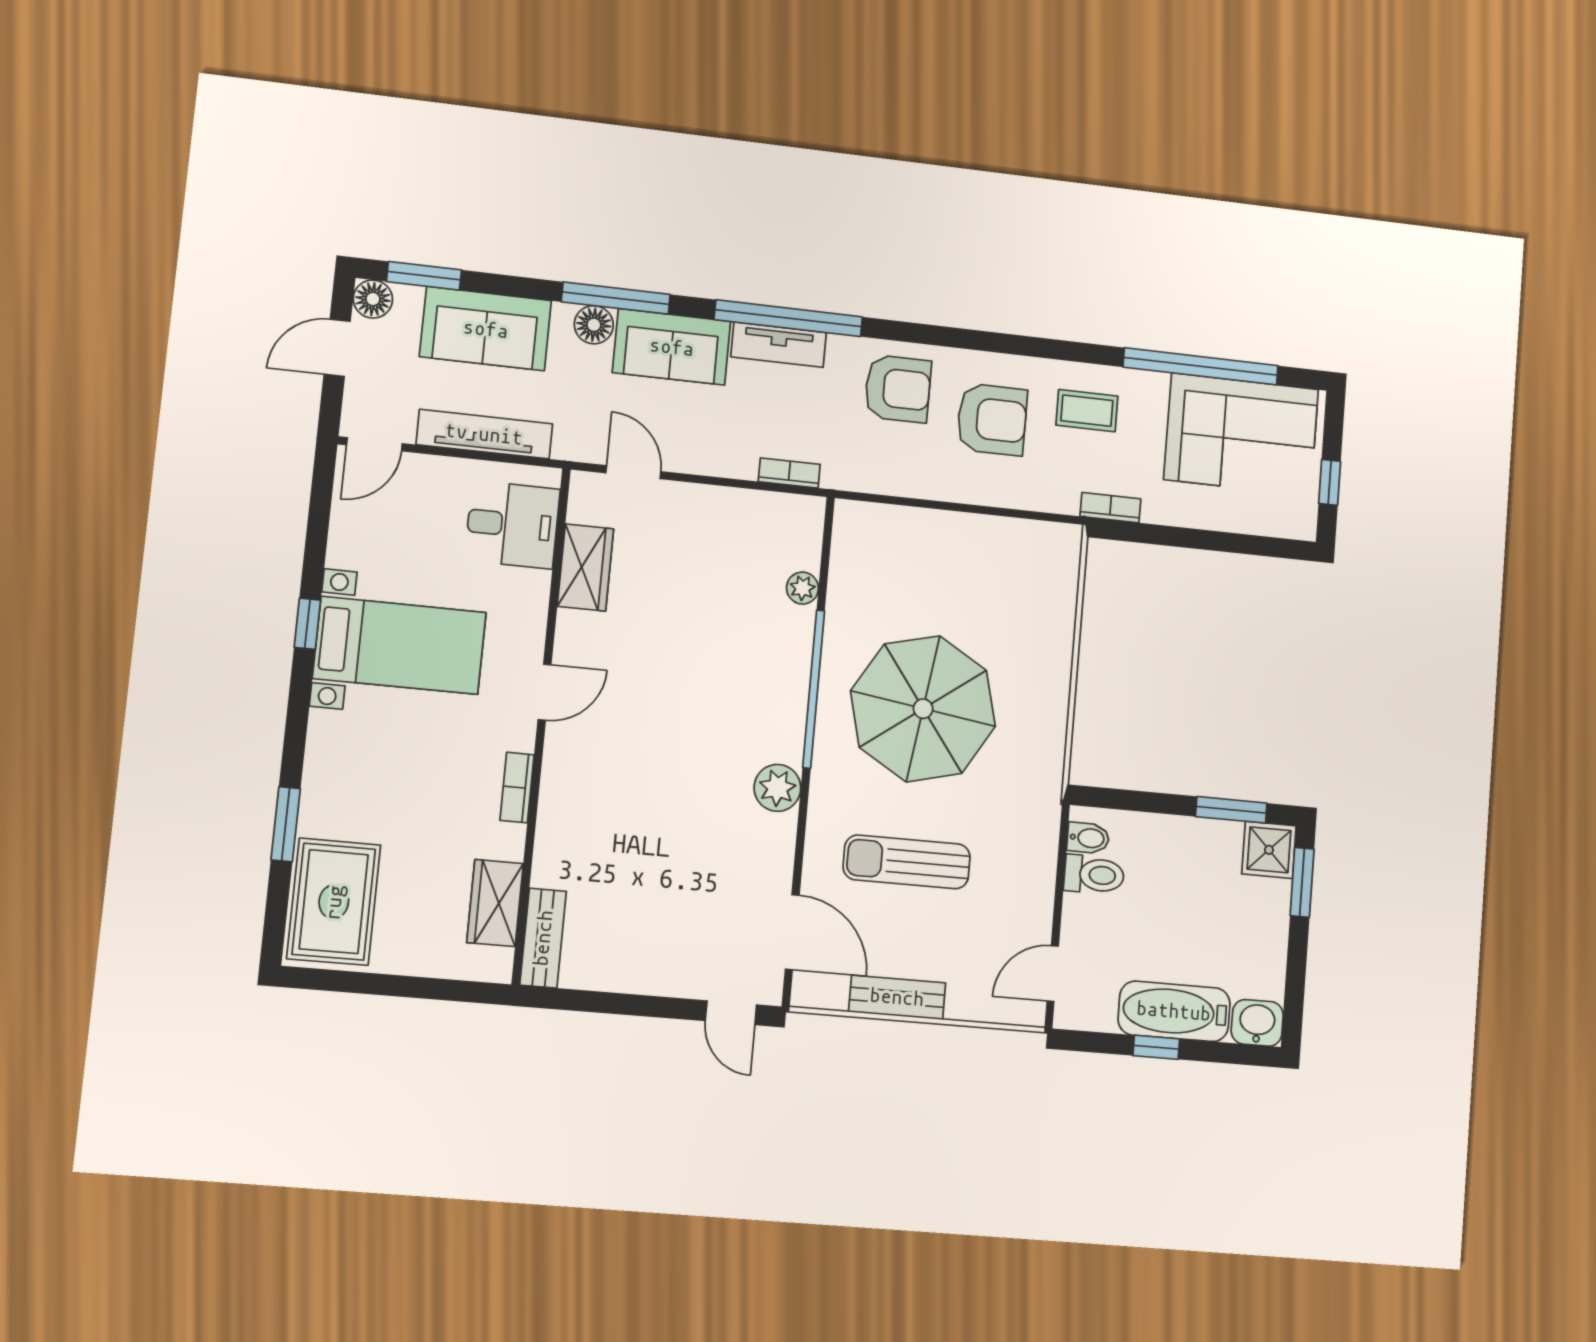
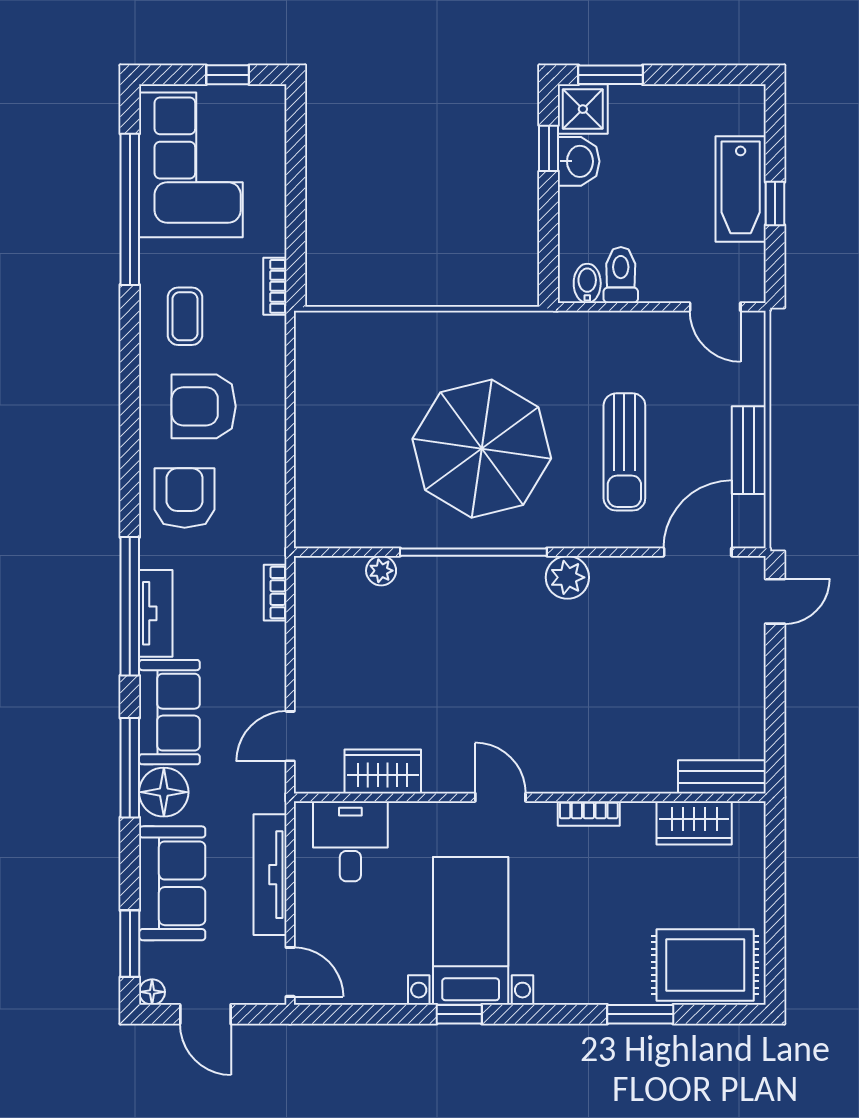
floor lamp: (373, 299) -> (152, 992), width x0.73, depth x0.73
floor lamp: (594, 325) -> (164, 792), width x1.38, depth x1.38
armchair: (992, 419) -> (204, 406), turned -90
window: (1231, 810) -> (549, 148), width x0.67
washbasin: (1257, 1023) -> (579, 161), moved, turned 180

